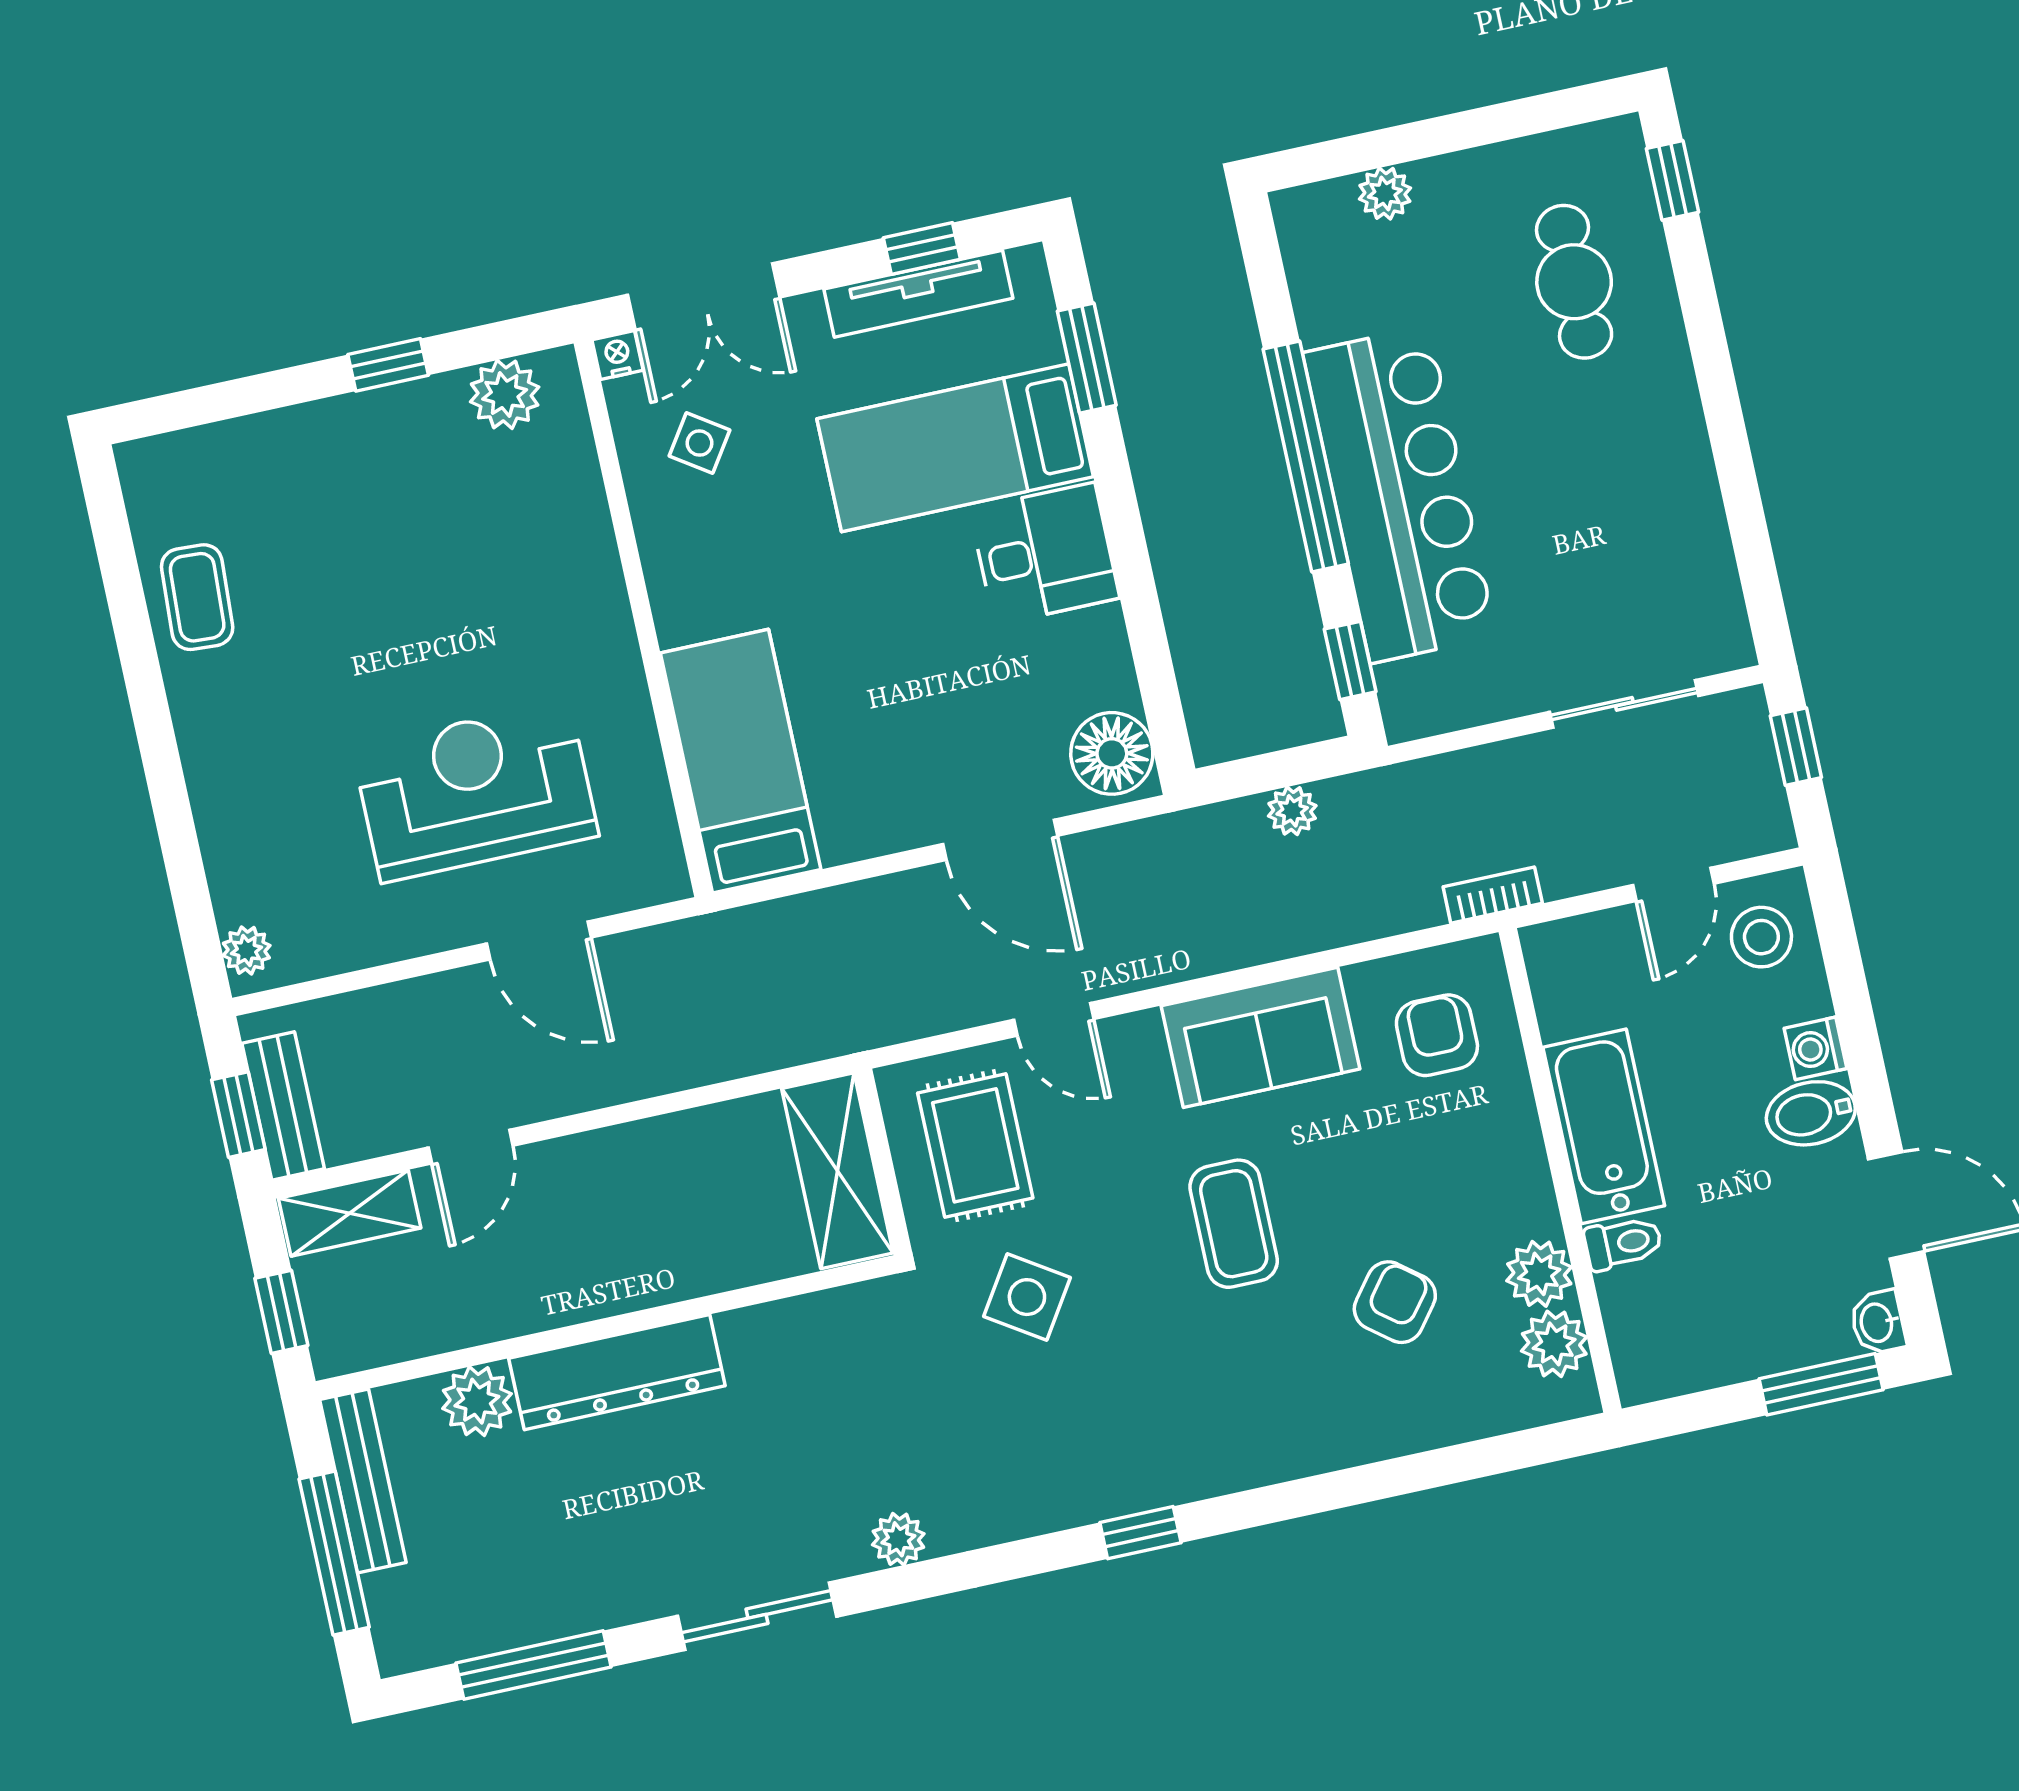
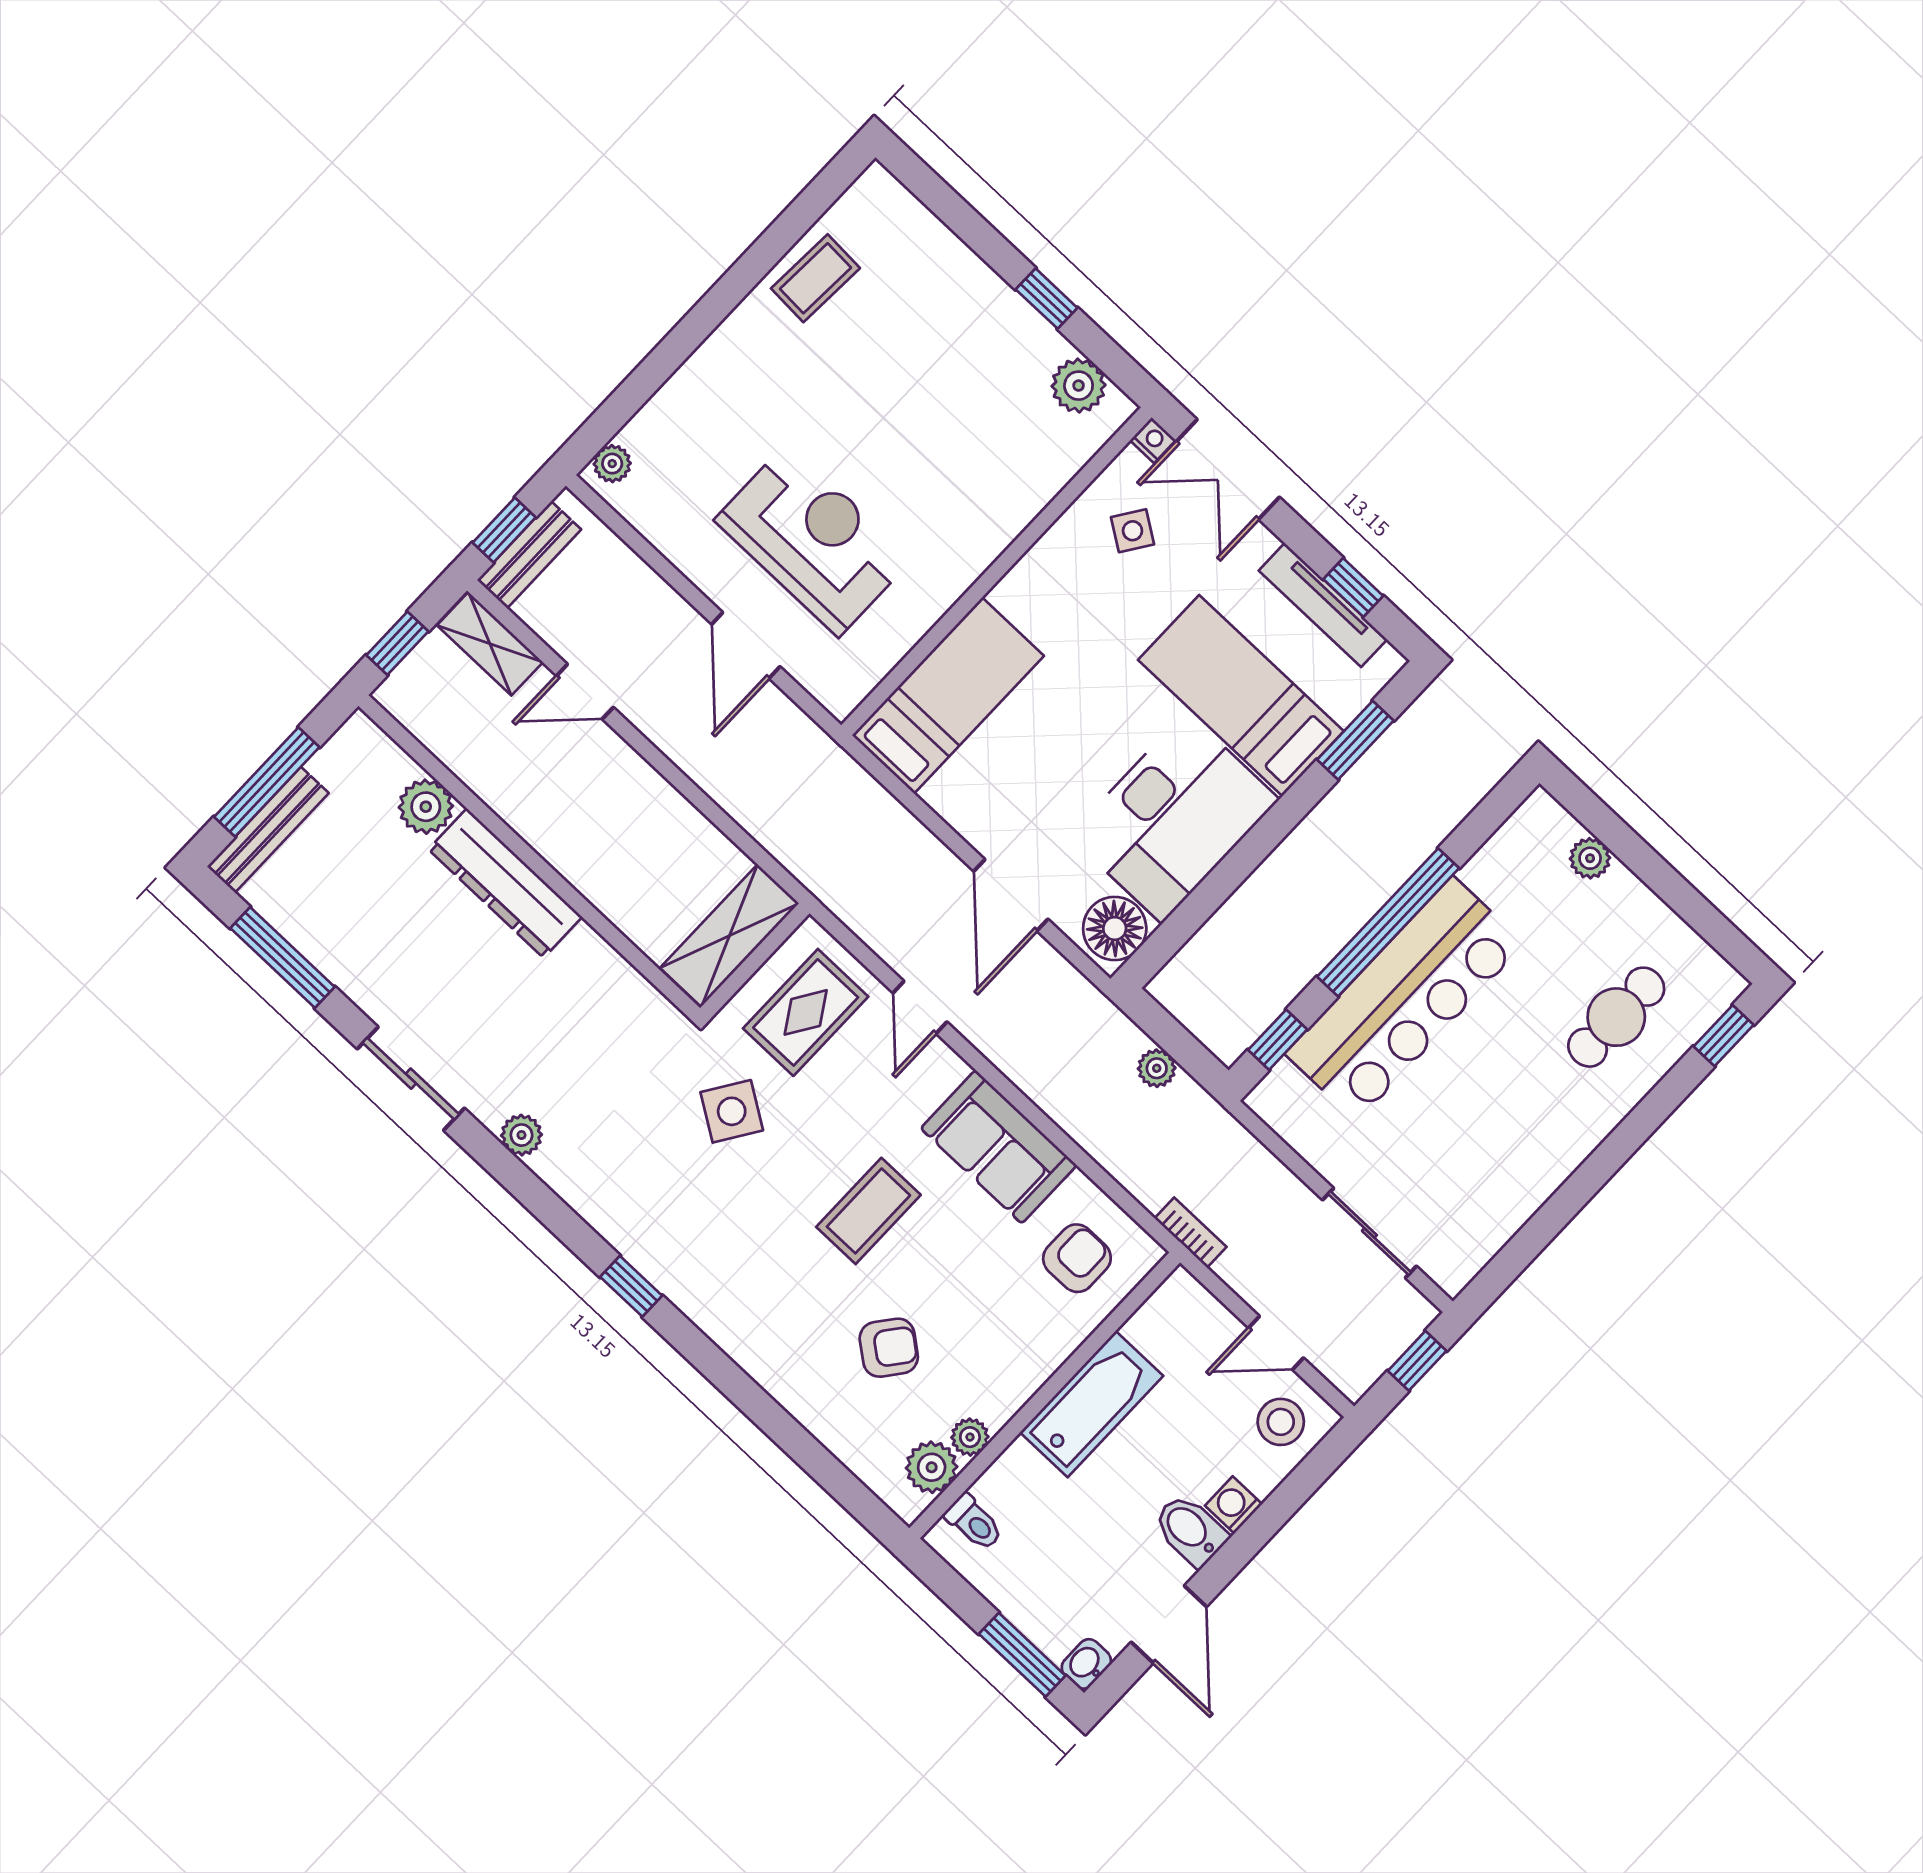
desk: (1044, 554) -> (1174, 818), width x1.87, depth x1.30
toilet: (1623, 1243) -> (974, 1522), moved
plant: (1539, 1274) -> (970, 1437), width x0.73, depth x0.73
bench: (363, 1481) -> (268, 830), moved

